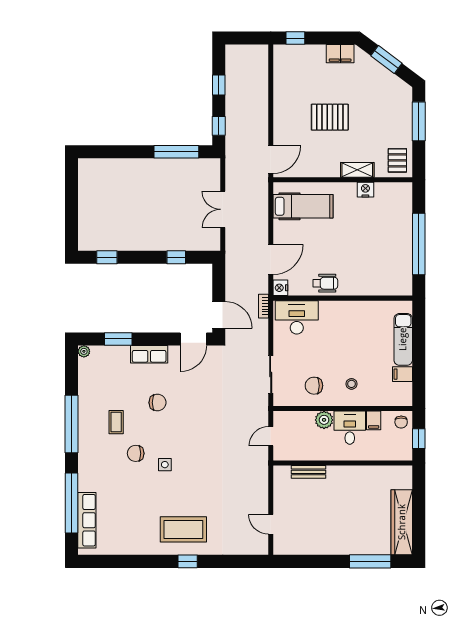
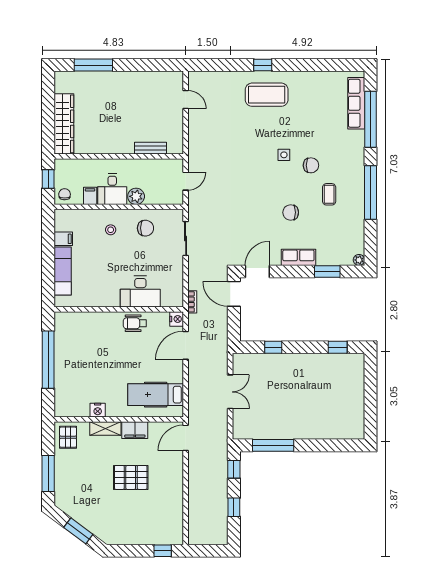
filing cabinet: (340, 54) -> (135, 430), moved, turned 180
desk: (297, 317) -> (140, 292), moved
wardrobe: (402, 522) -> (64, 124), moved

